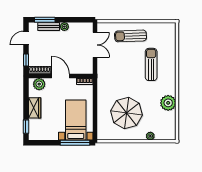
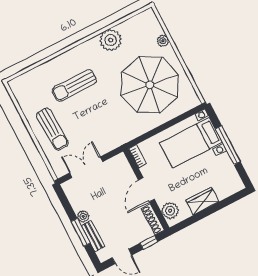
window: (45, 20) -> (81, 232), moved
parasol: (127, 113) -> (150, 85), width x1.36, depth x1.36
window: (26, 127) -> (231, 200), removed
window: (75, 143) -> (228, 145), moved

